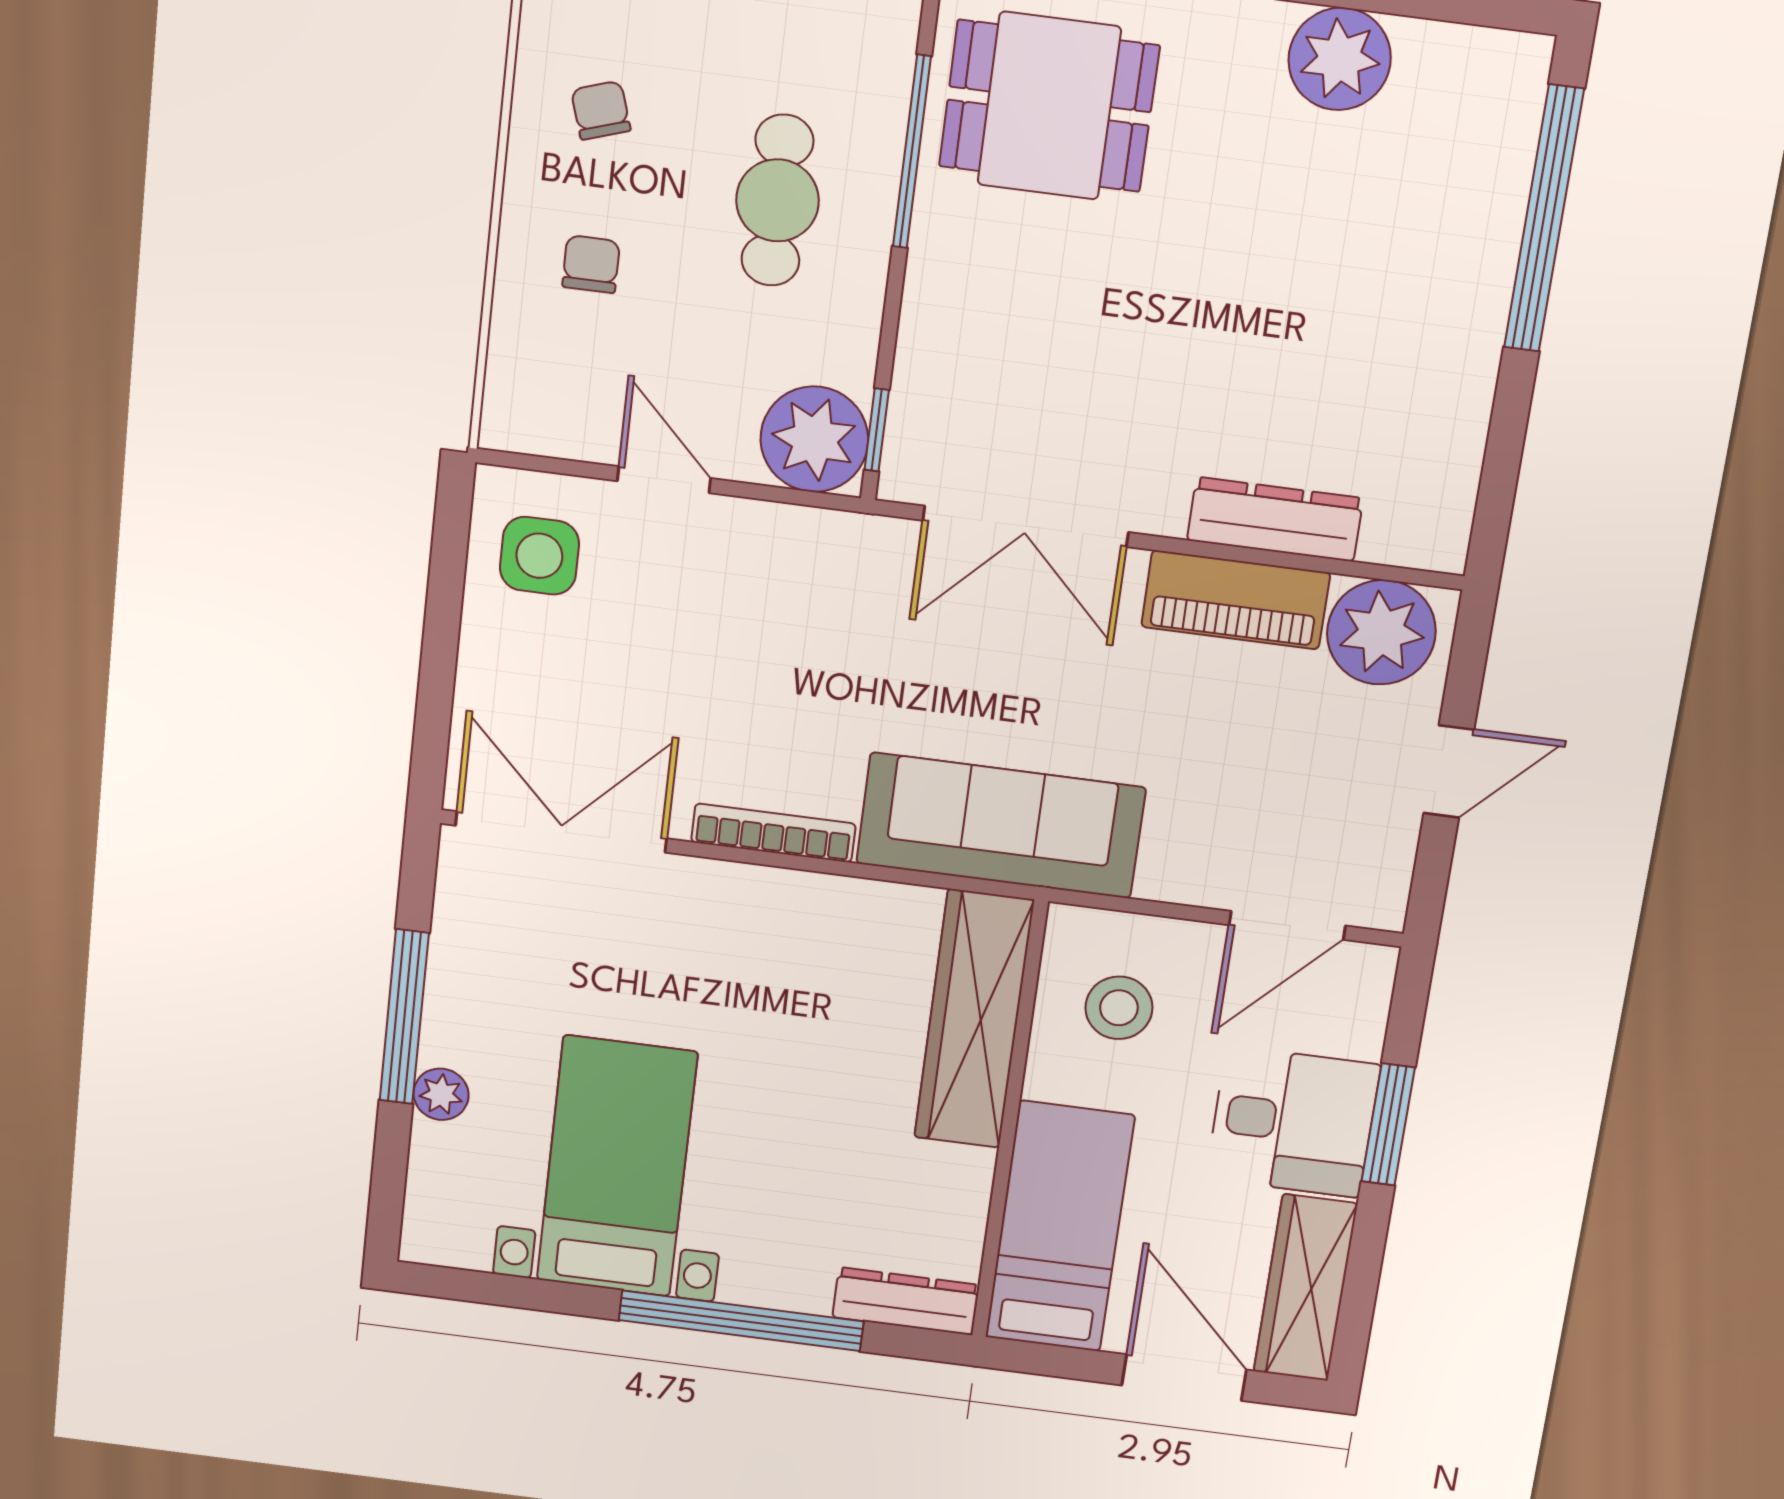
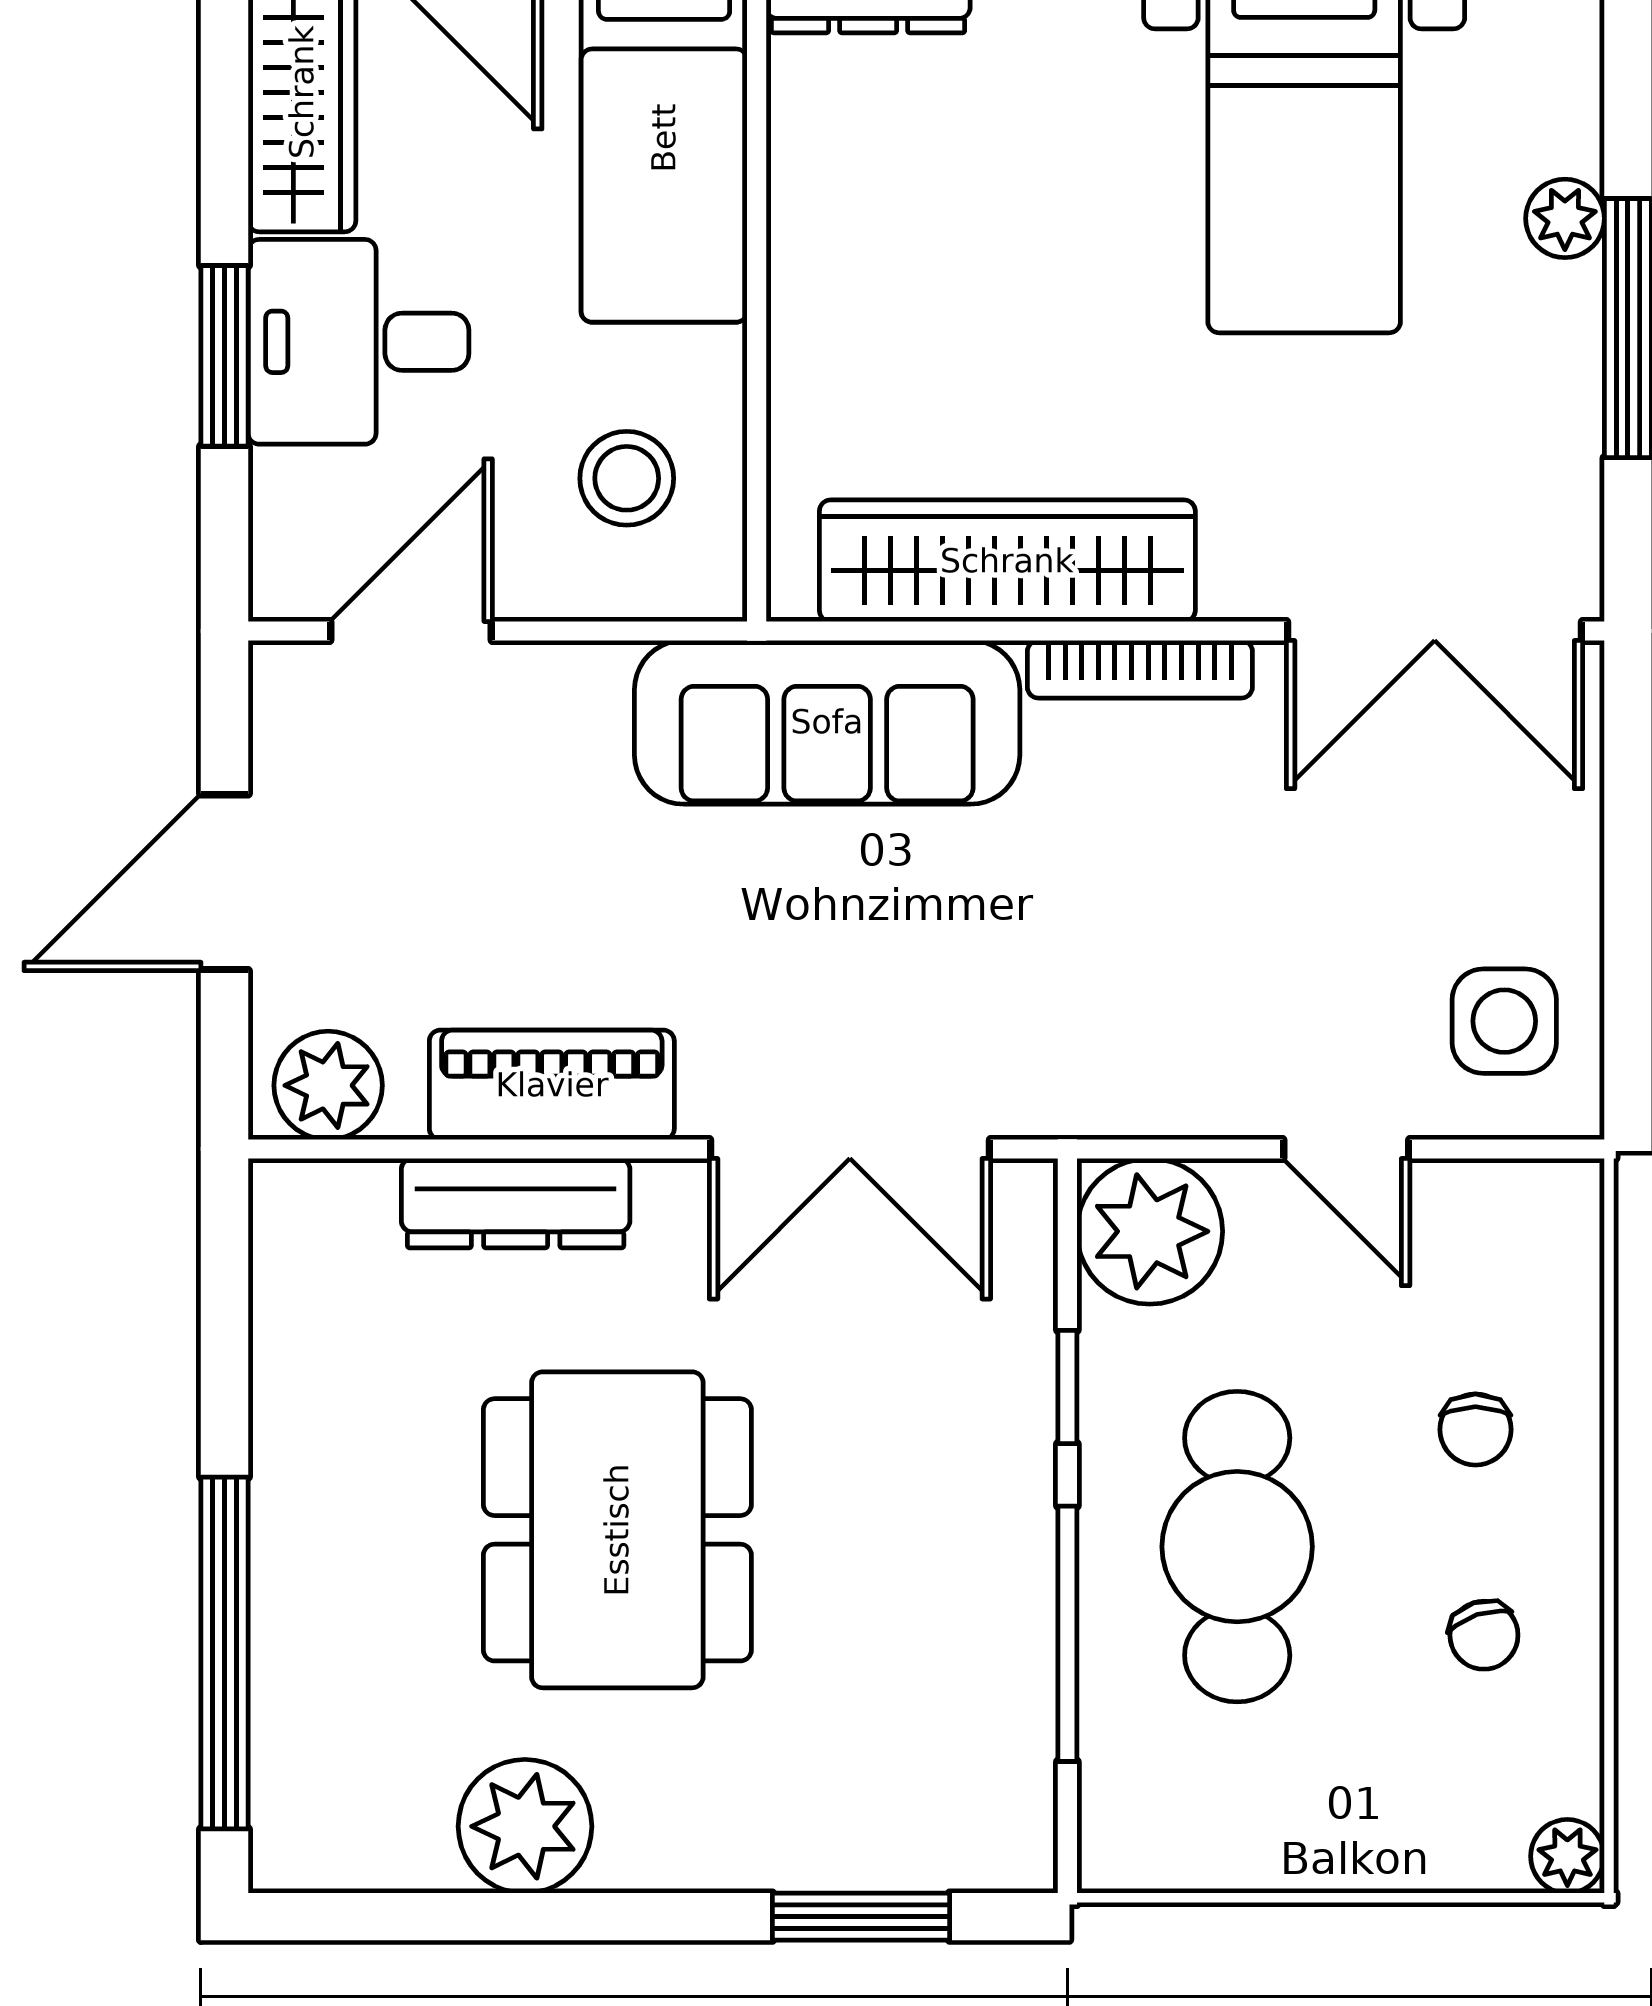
dining table: (1049, 106) -> (617, 1530), moved, width x1.37
cafe table: (777, 200) -> (1237, 1547), width x1.37, depth x1.35
window: (877, 430) -> (1067, 1387), moved
double door: (1026, 526) -> (850, 1149), swing flipped
plant: (1381, 632) -> (328, 1085), width x0.73, depth x0.73
door: (1449, 771) -> (224, 882), width x1.38
wardrobe: (974, 1019) -> (1007, 561), moved, turned -90

